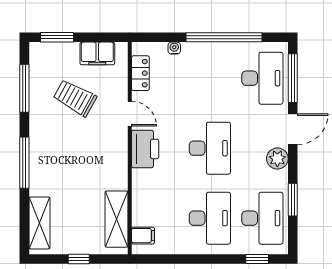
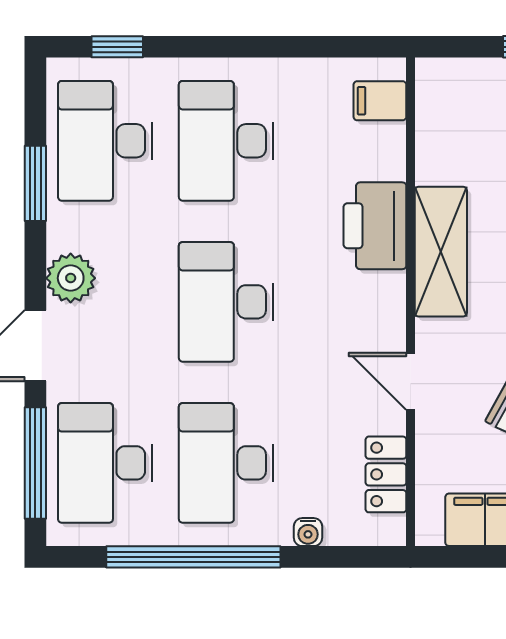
desk: (210, 78) -> (226, 463), added
printer: (145, 149) -> (375, 226), moved
shelving: (117, 219) -> (441, 252), moved

